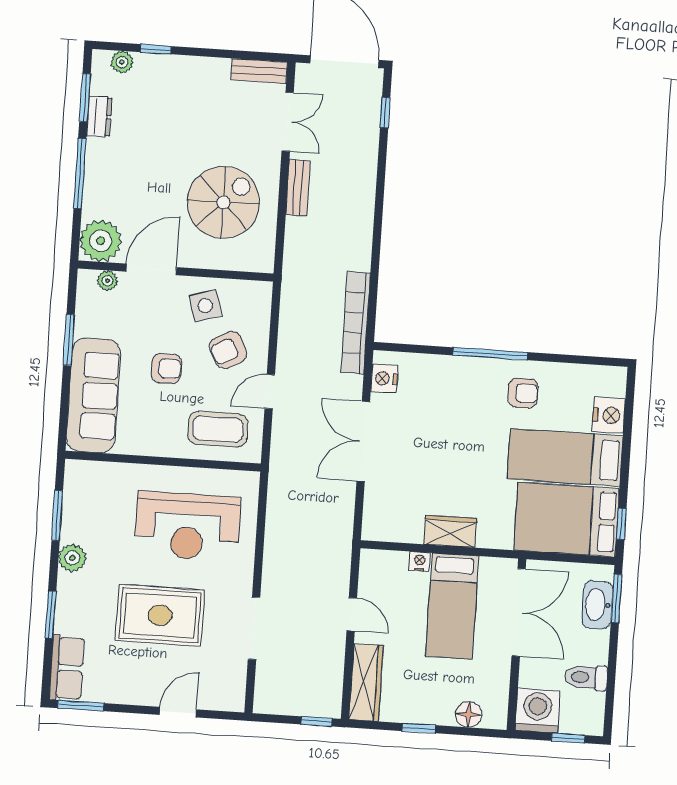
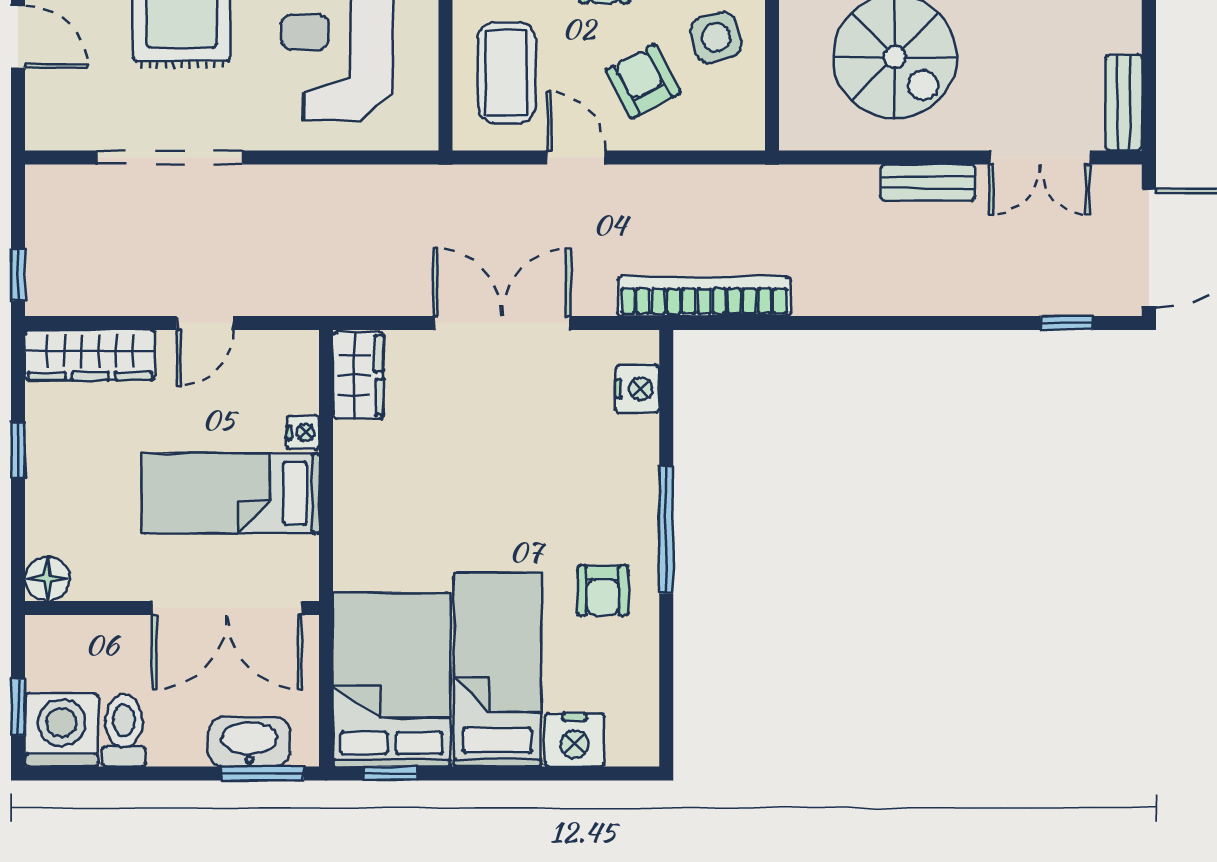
nightstand: (384, 378) -> (637, 389), moved, turned 90
wardrobe: (450, 531) -> (358, 375), moved
doorway: (254, 628) -> (170, 157), width x1.36
washing machine: (538, 711) -> (62, 730), moved, turned -90
floor lamp: (469, 714) -> (47, 579), moved

